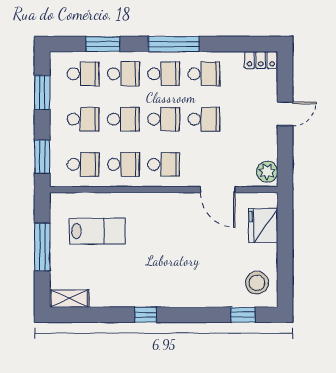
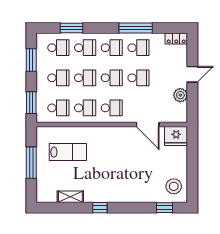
window: (174, 44) -> (136, 28), moved
plant: (267, 172) -> (180, 95), moved
fridge: (263, 226) -> (176, 136), moved, turned -90
shelving: (69, 298) -> (70, 197), moved

